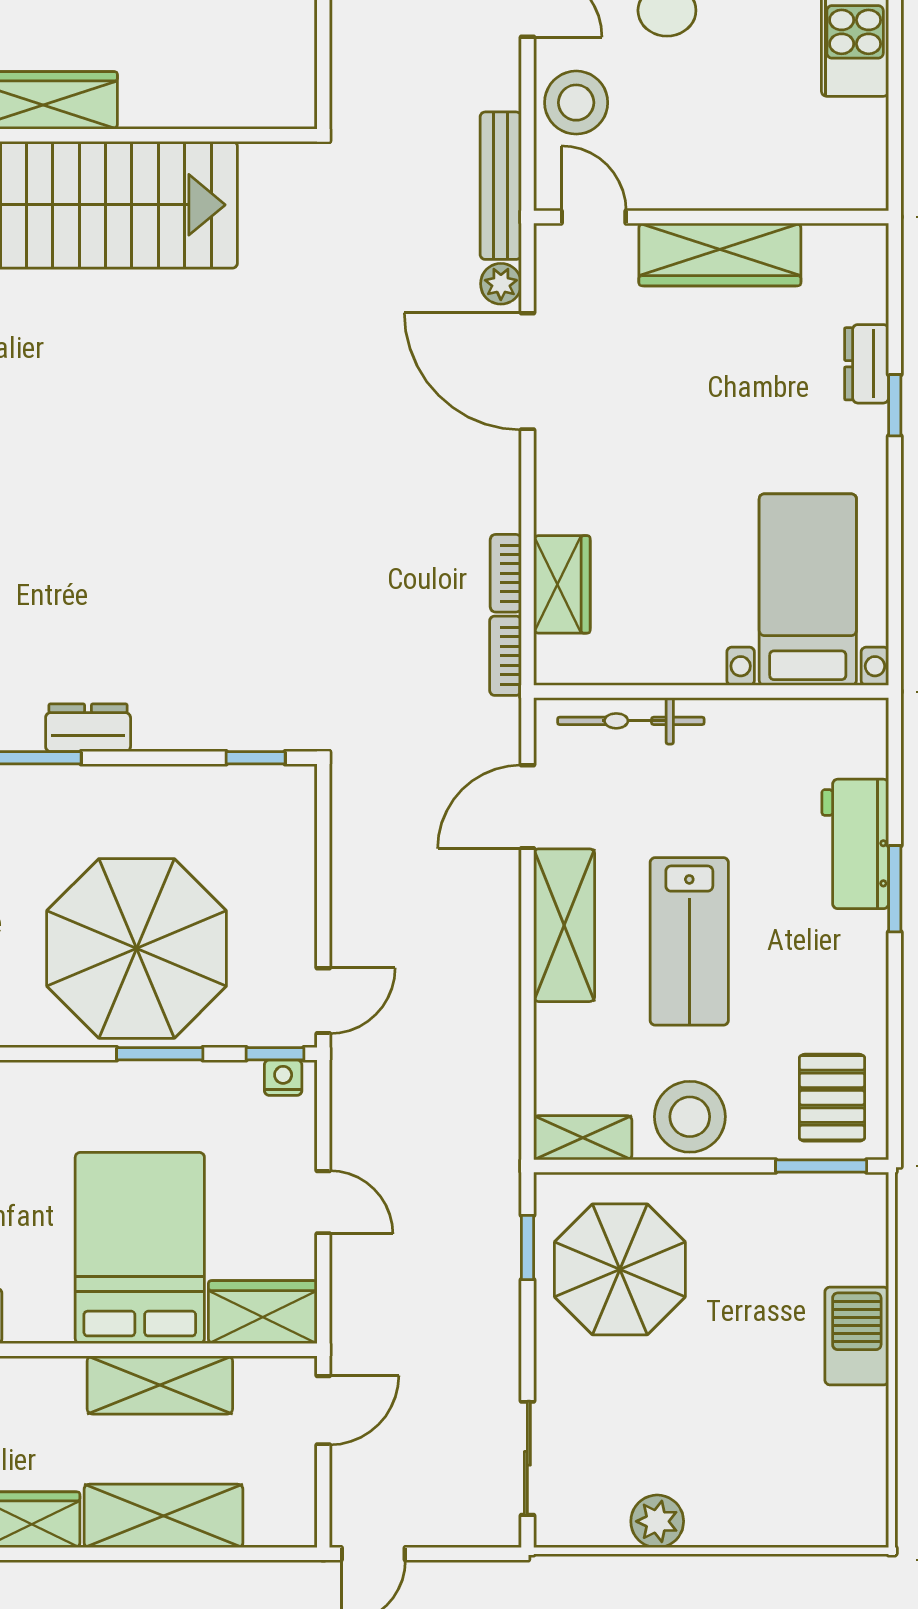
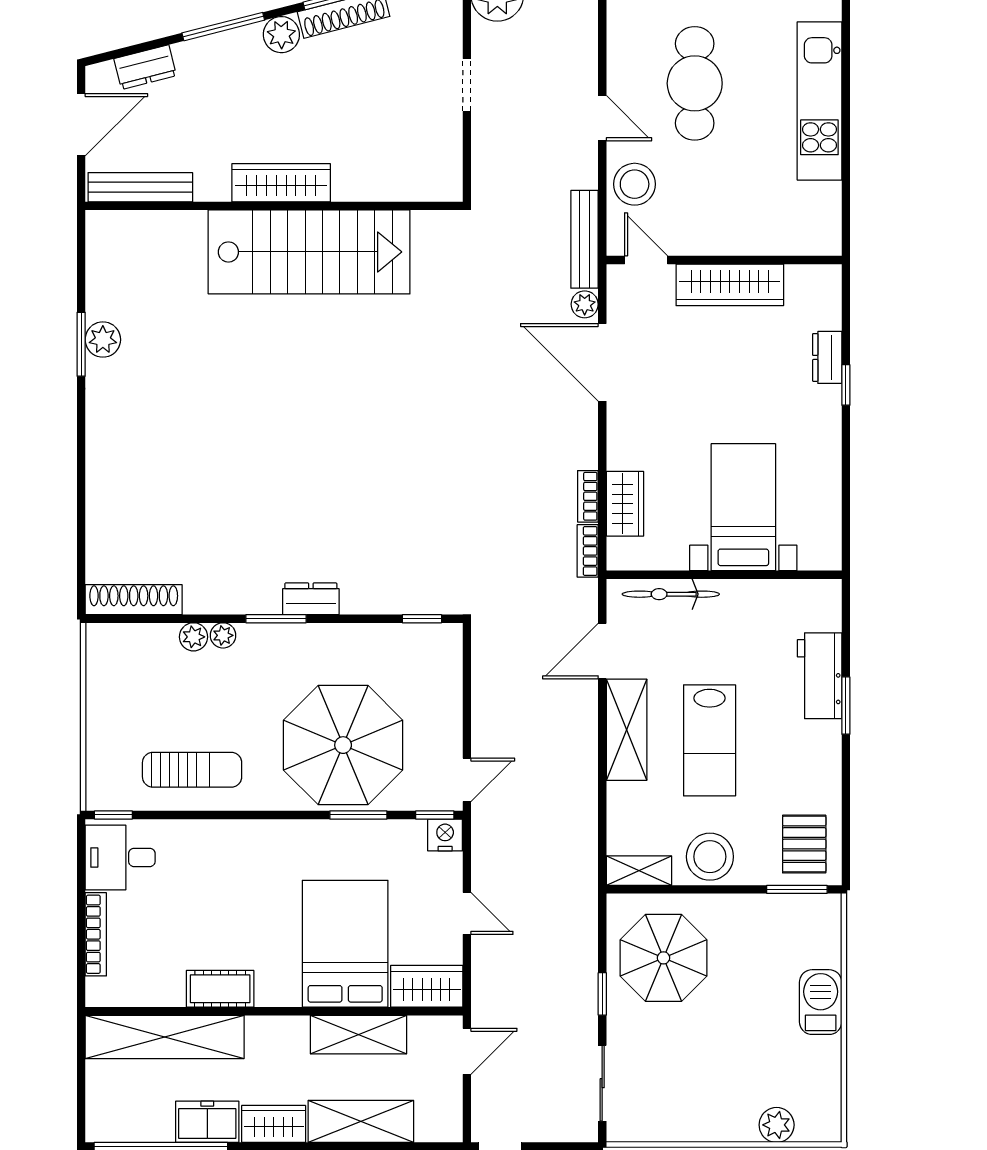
bed with nightstands: (808, 590) -> (743, 507), moved
nightstand: (283, 1078) -> (445, 835), width x1.39, depth x1.35
window: (527, 1248) -> (602, 994), moved
plant: (657, 1521) -> (777, 1125), moved

